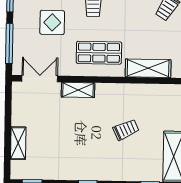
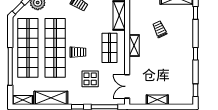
shelving: (78, 90) -> (134, 46), moved
shelving: (18, 143) -> (157, 100), moved

